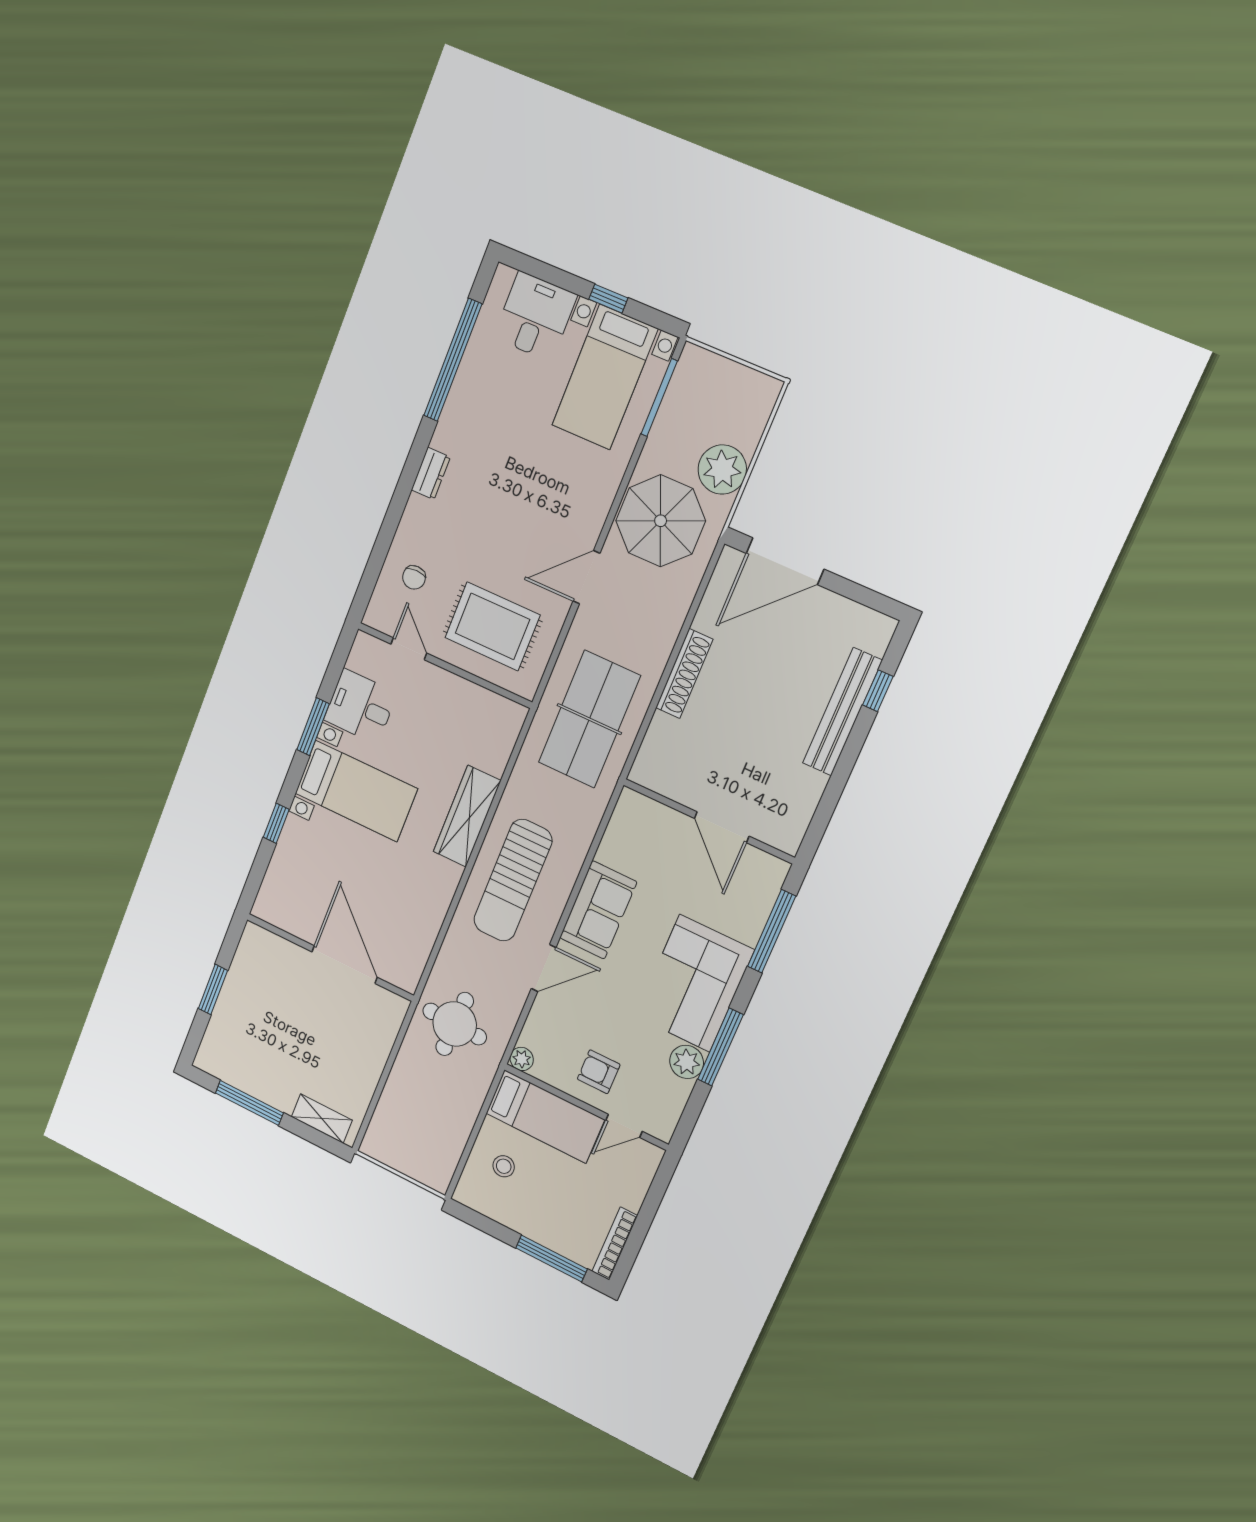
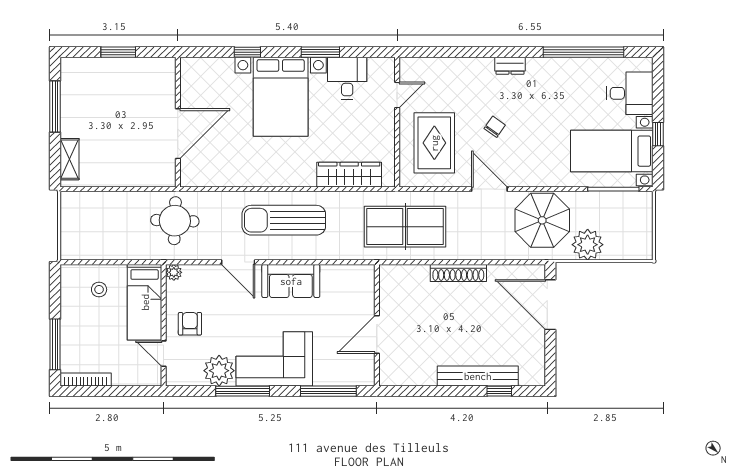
chair: (414, 577) -> (495, 127), moved, turned 125
bed with nightstands: (356, 791) -> (281, 97), width x1.36
wardrobe: (467, 816) -> (349, 175), moved
plant: (687, 1062) -> (219, 371), width x1.36, depth x1.36

